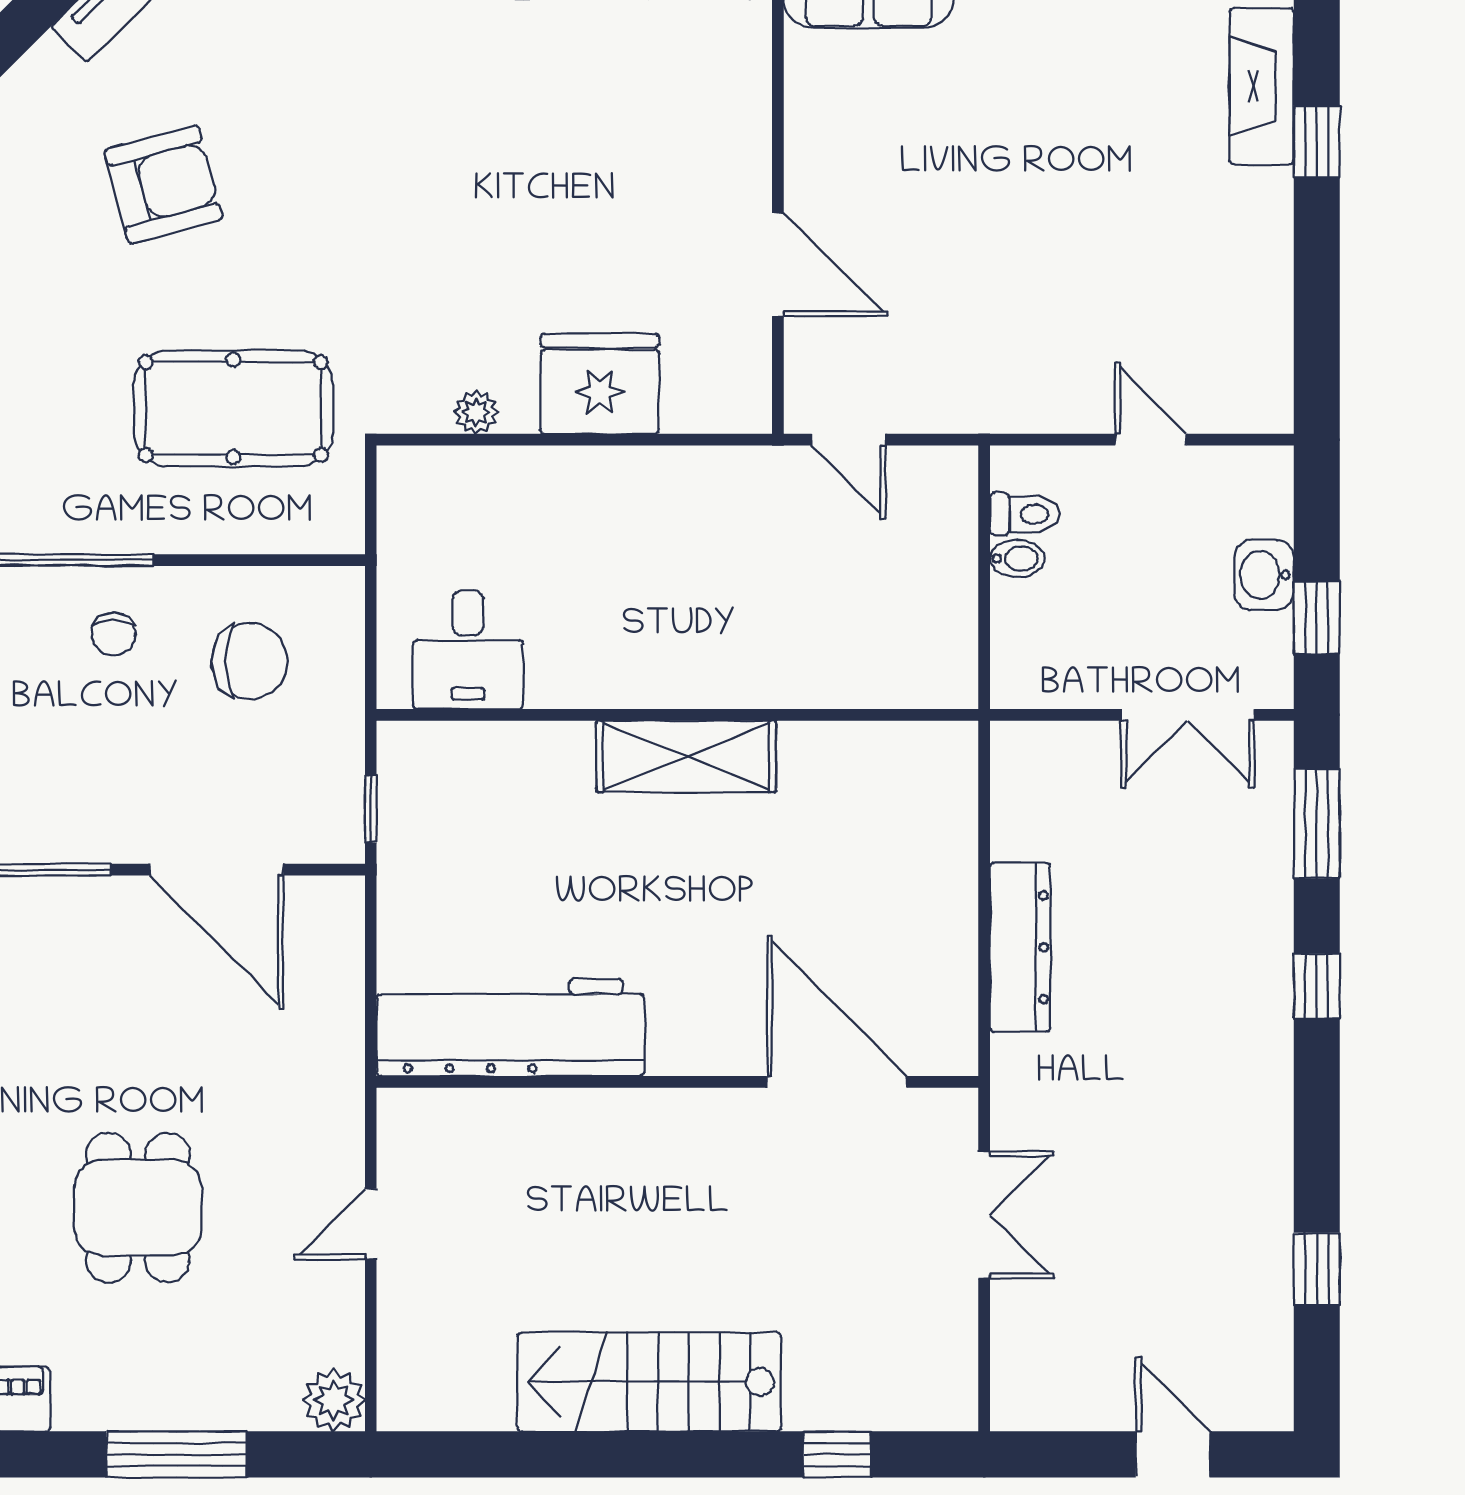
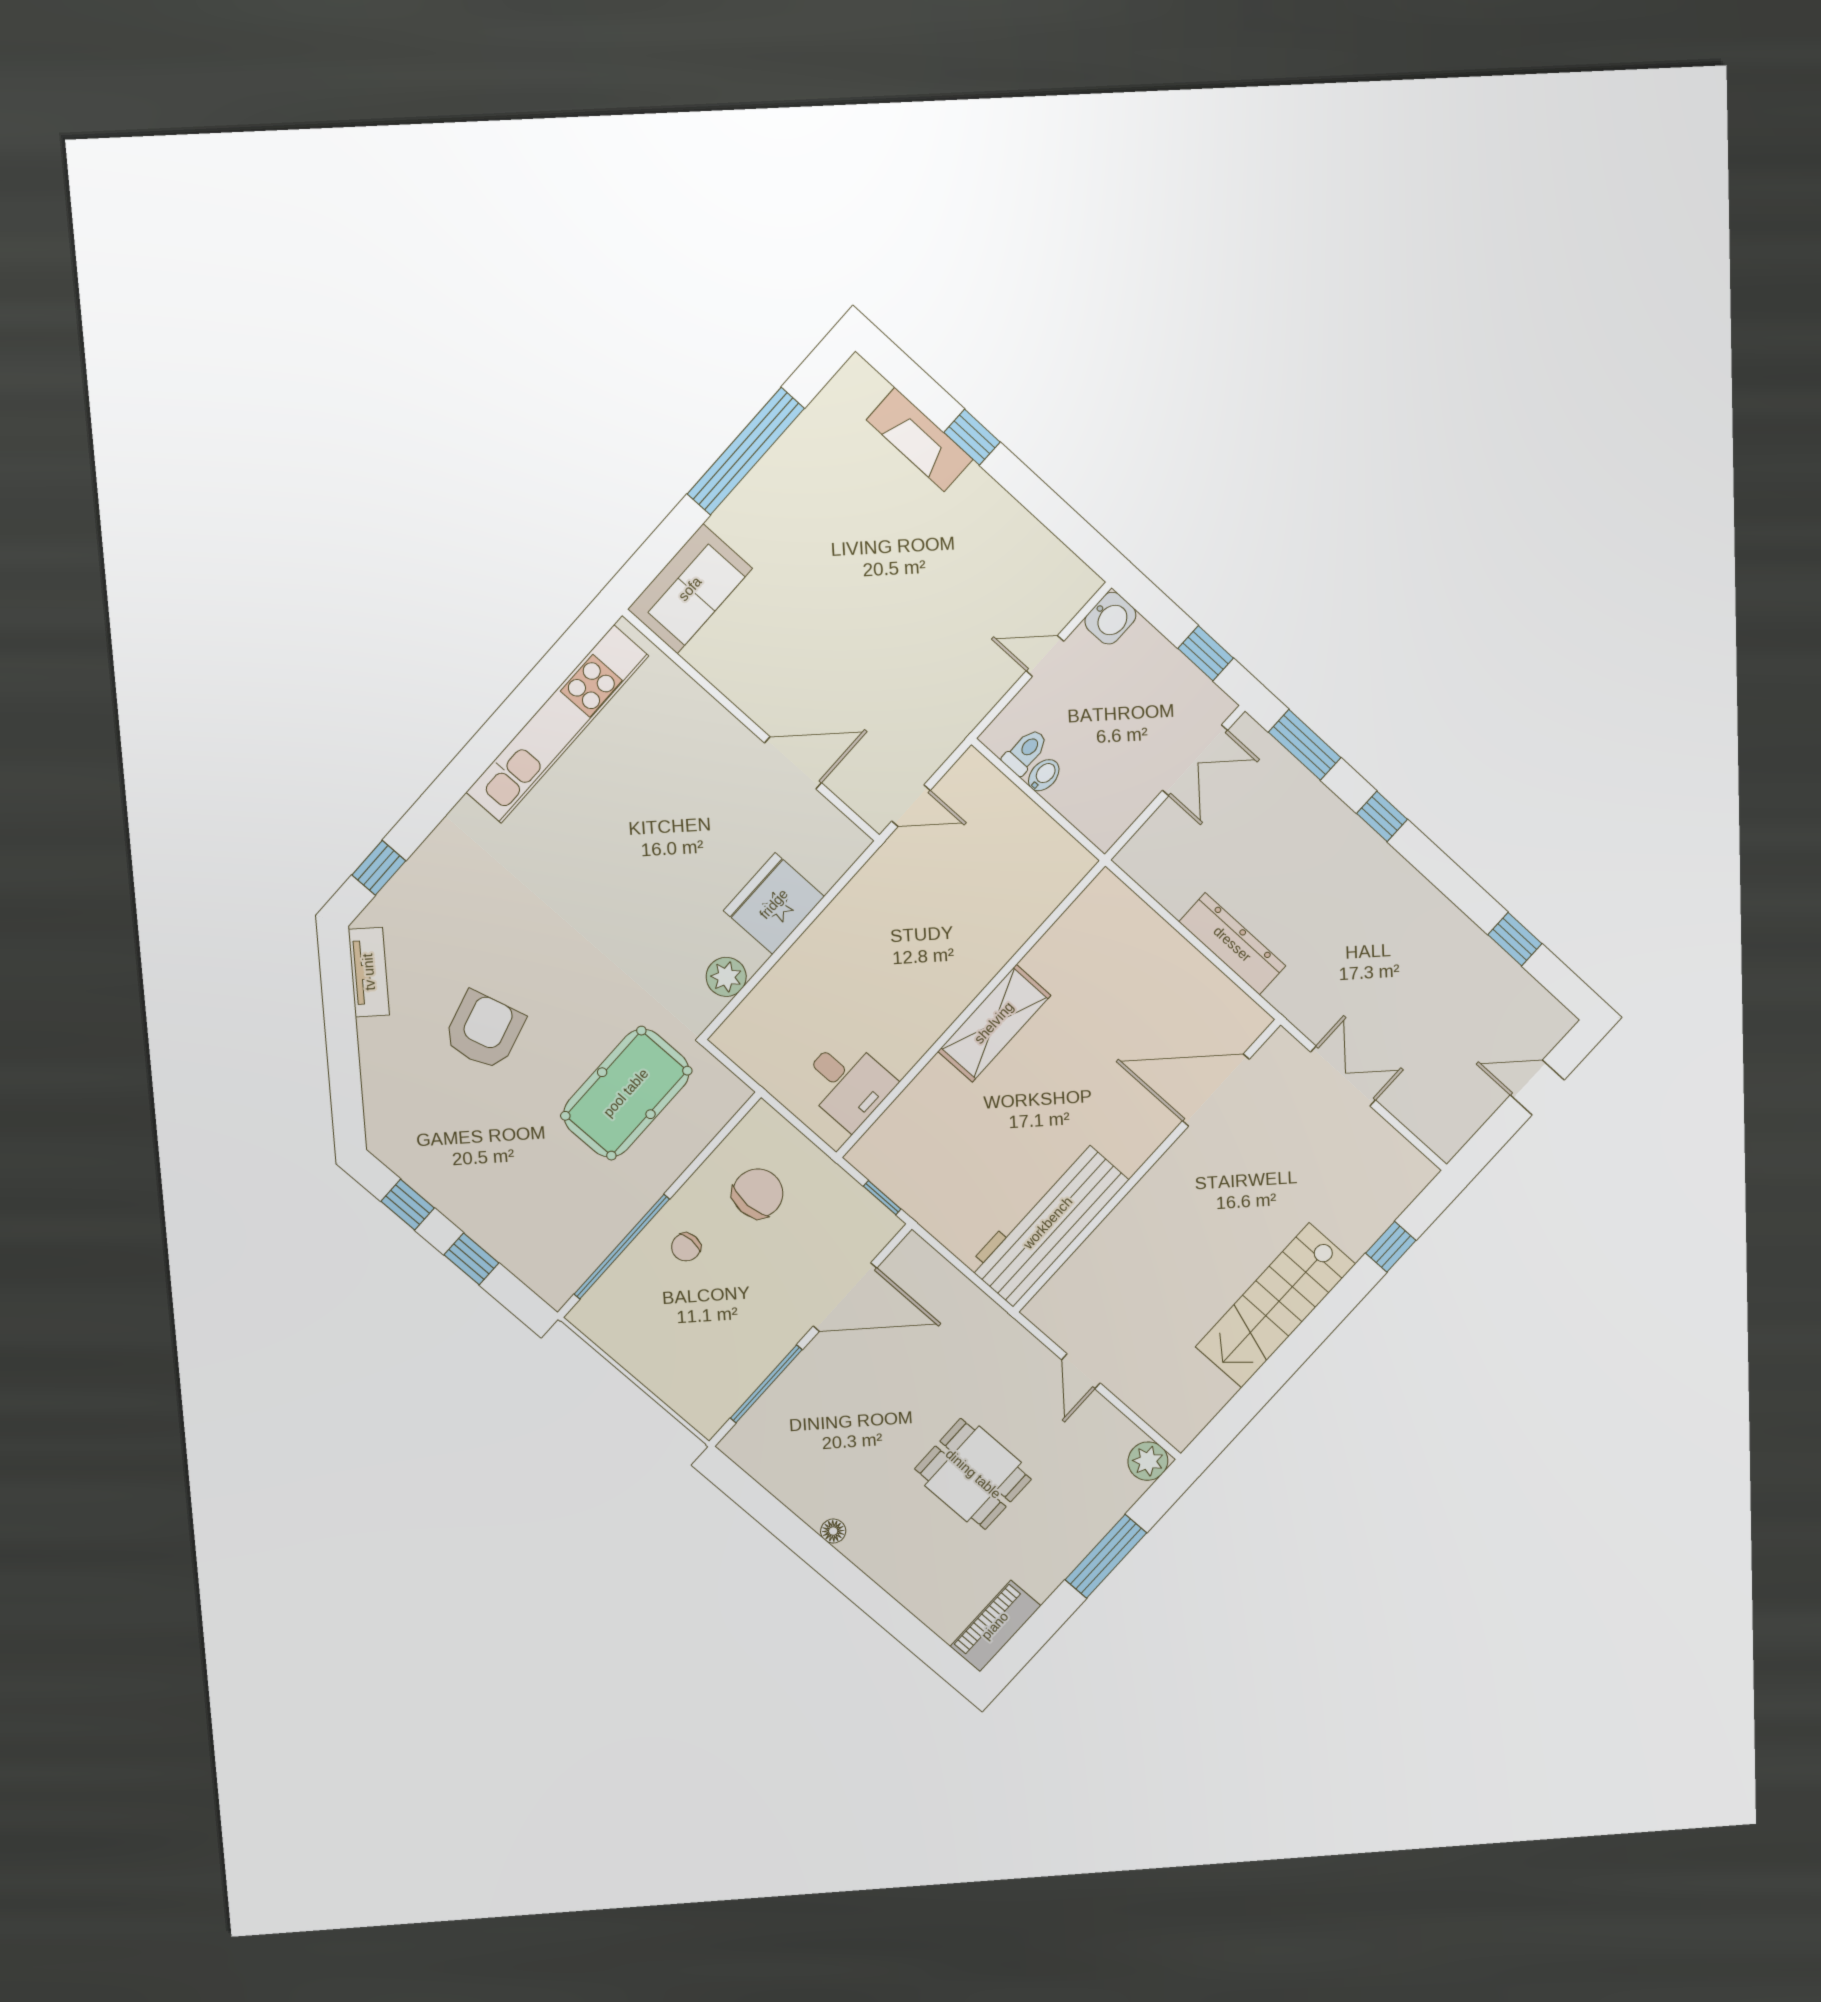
plant: (476, 412) -> (726, 977), width x1.38, depth x1.38
washbasin: (1264, 575) -> (1110, 618), moved, turned -90
chair: (114, 634) -> (686, 1247), turned 90

